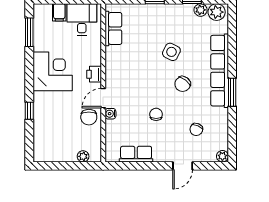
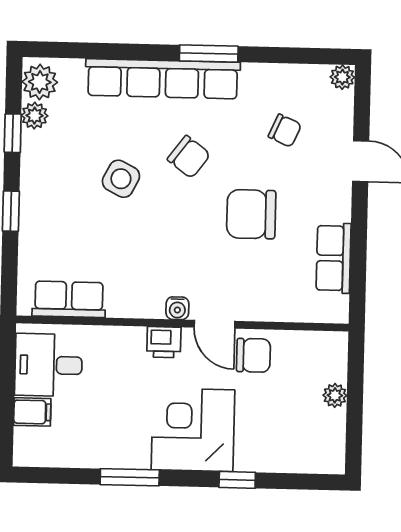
window: (29, 32) -> (130, 477), moved
corner desk: (53, 71) -> (193, 430), moved
water cooler: (110, 114) -> (177, 308), moved
chair: (156, 114) -> (251, 214), width x1.87, depth x1.87
plant: (83, 156) -> (335, 395), moved

